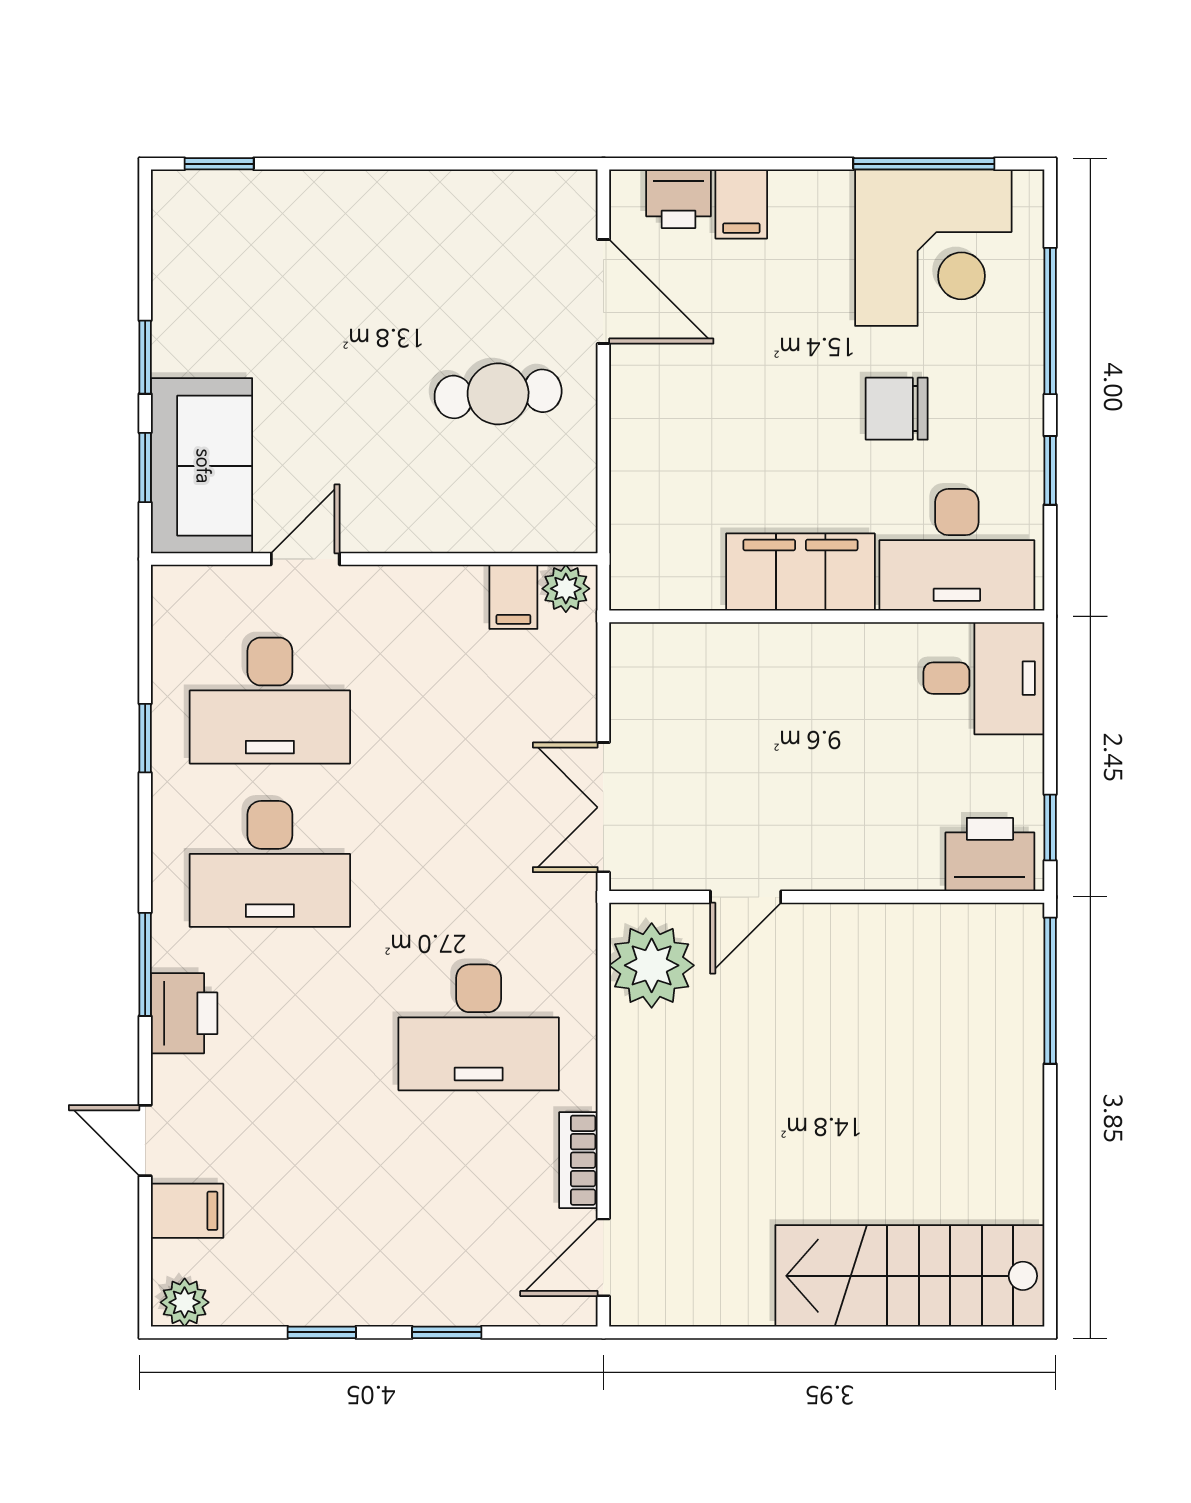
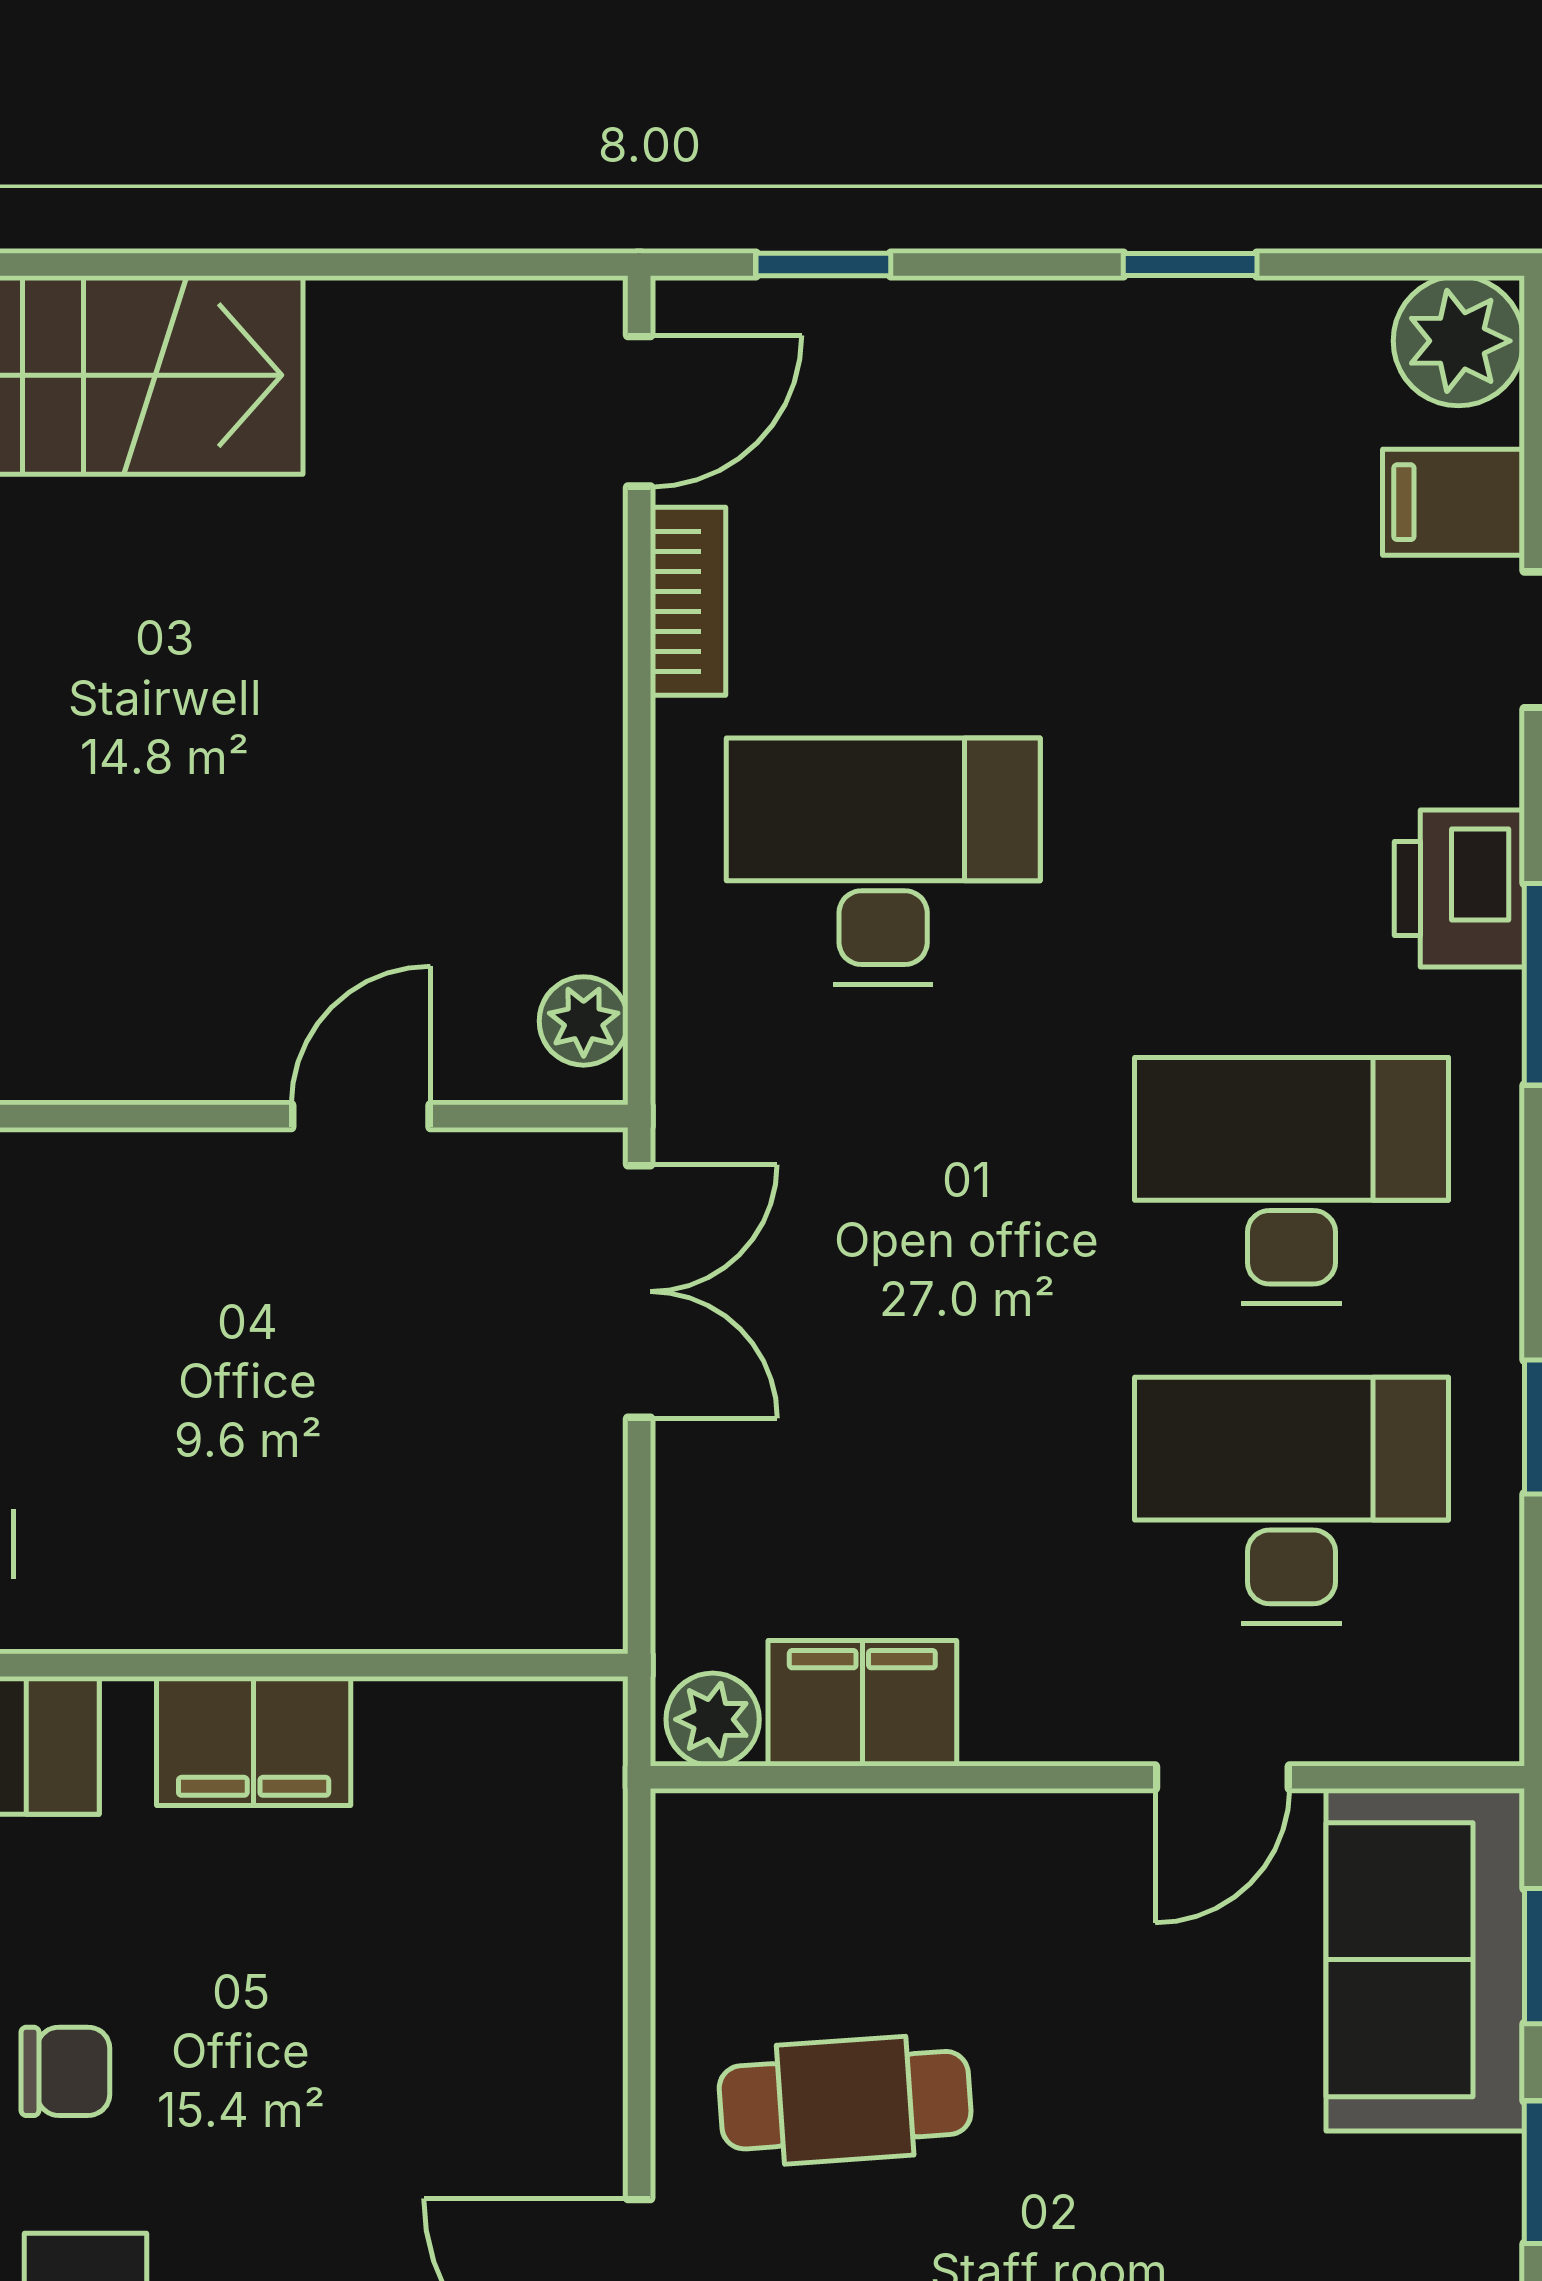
chair: (897, 409) -> (65, 2071), width x0.73, depth x0.73
filing cabinet: (800, 572) -> (254, 1741), width x0.67, depth x0.86
filing cabinet: (513, 597) -> (862, 1703), width x2.00
plant: (652, 965) -> (584, 1021), width x0.53, depth x0.53
plant: (185, 1302) -> (1458, 341), width x1.38, depth x1.38
window: (447, 1332) -> (823, 265), moved

